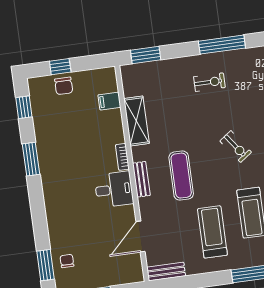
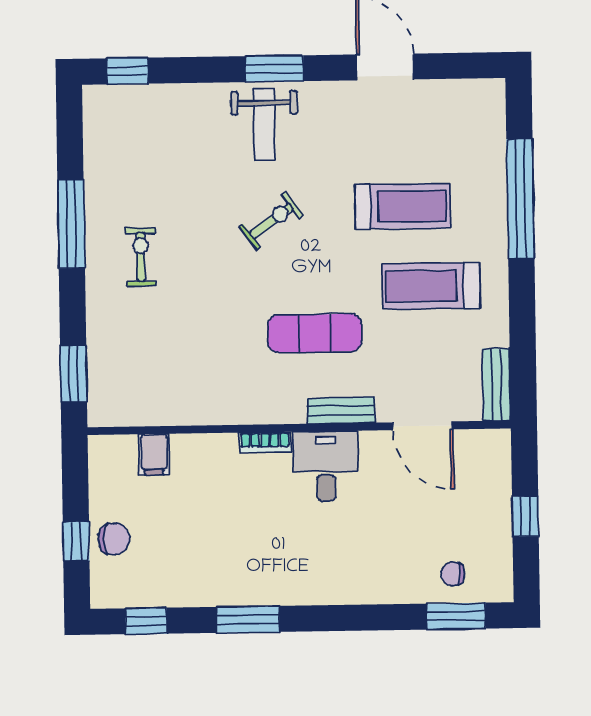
shelving: (136, 121) -> (199, 407), removed
bench: (141, 179) -> (341, 410), moved

